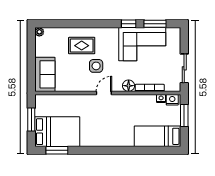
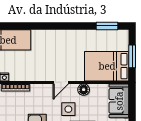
floor lamp: (129, 86) -> (84, 90), moved
bed: (57, 132) -> (107, 66), moved

